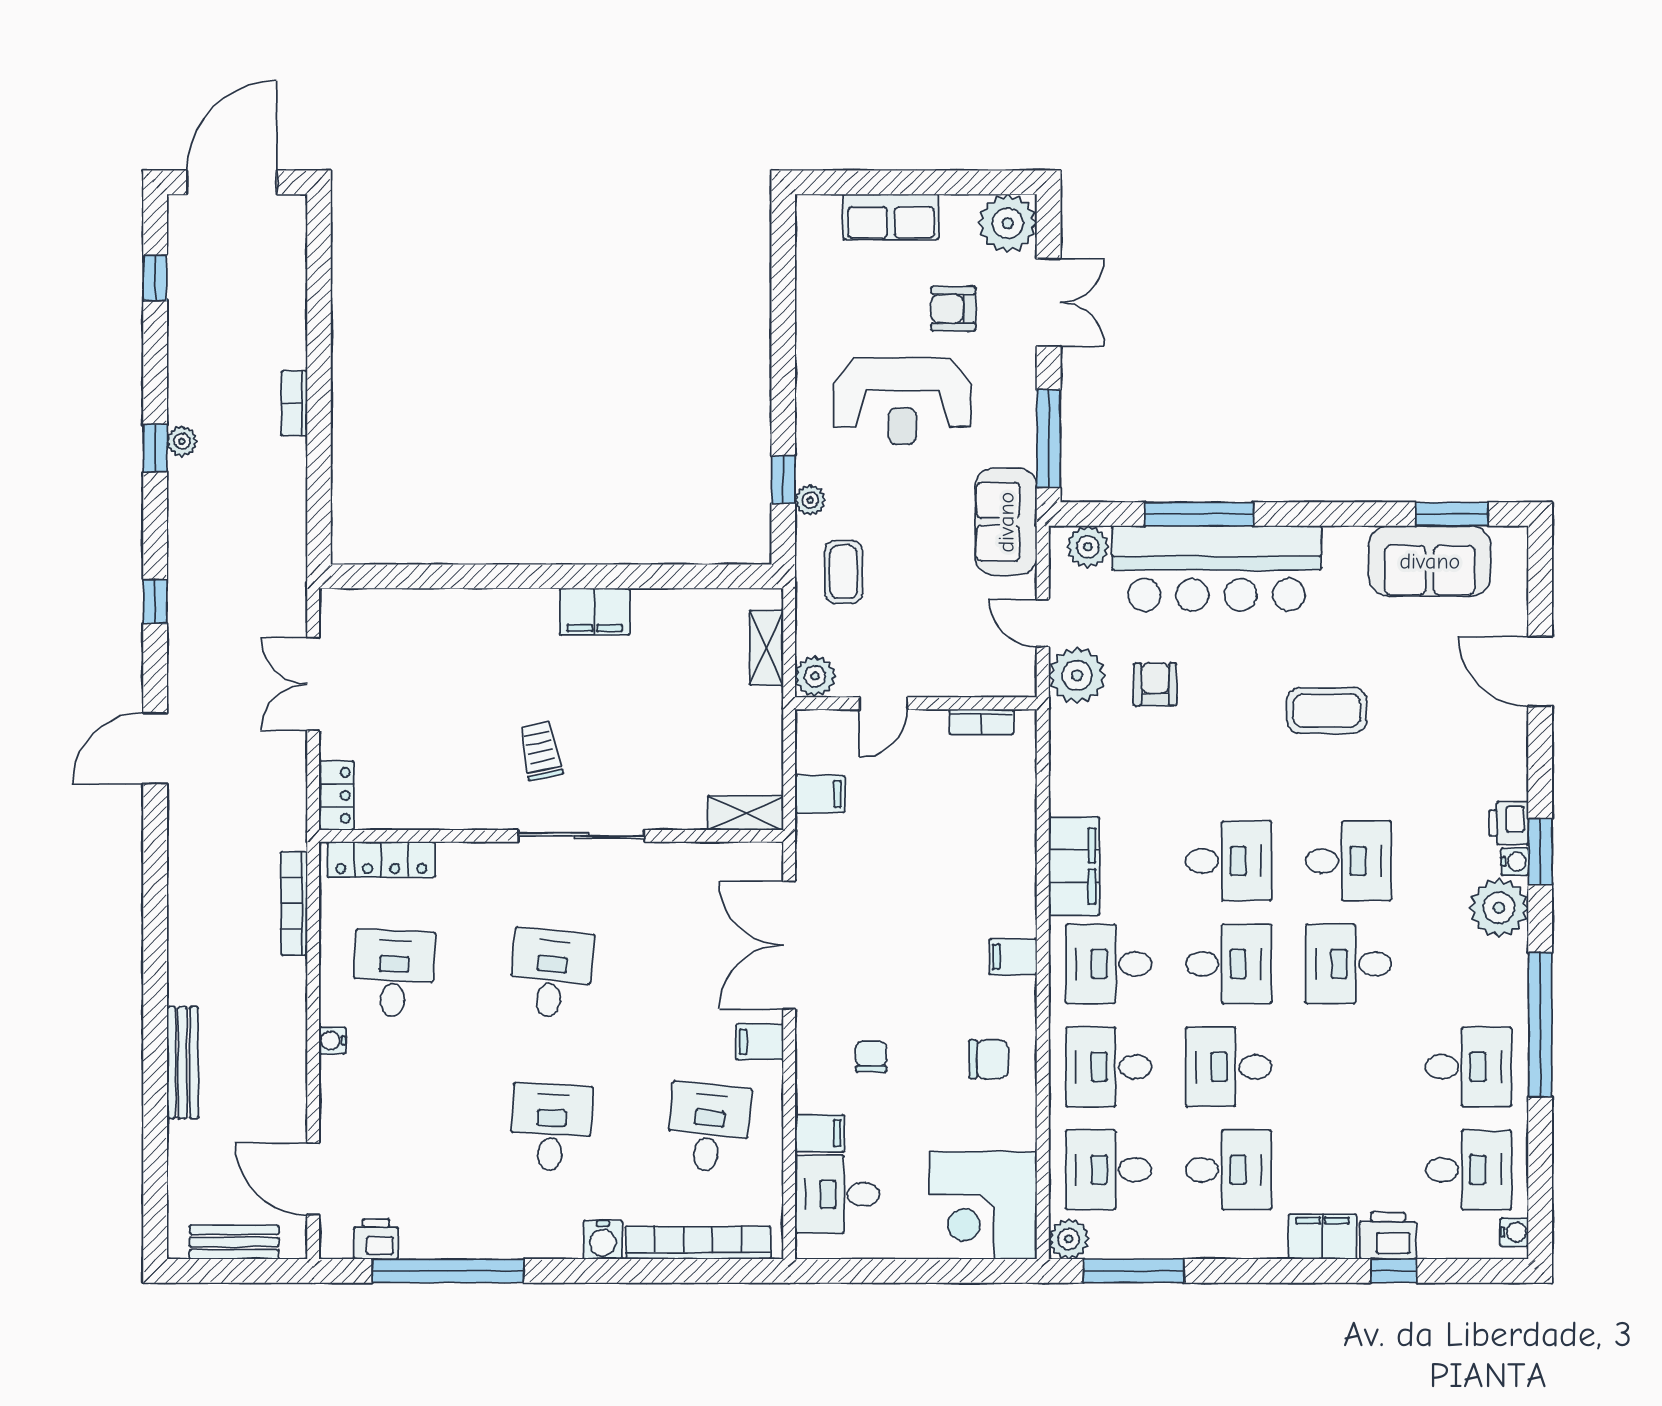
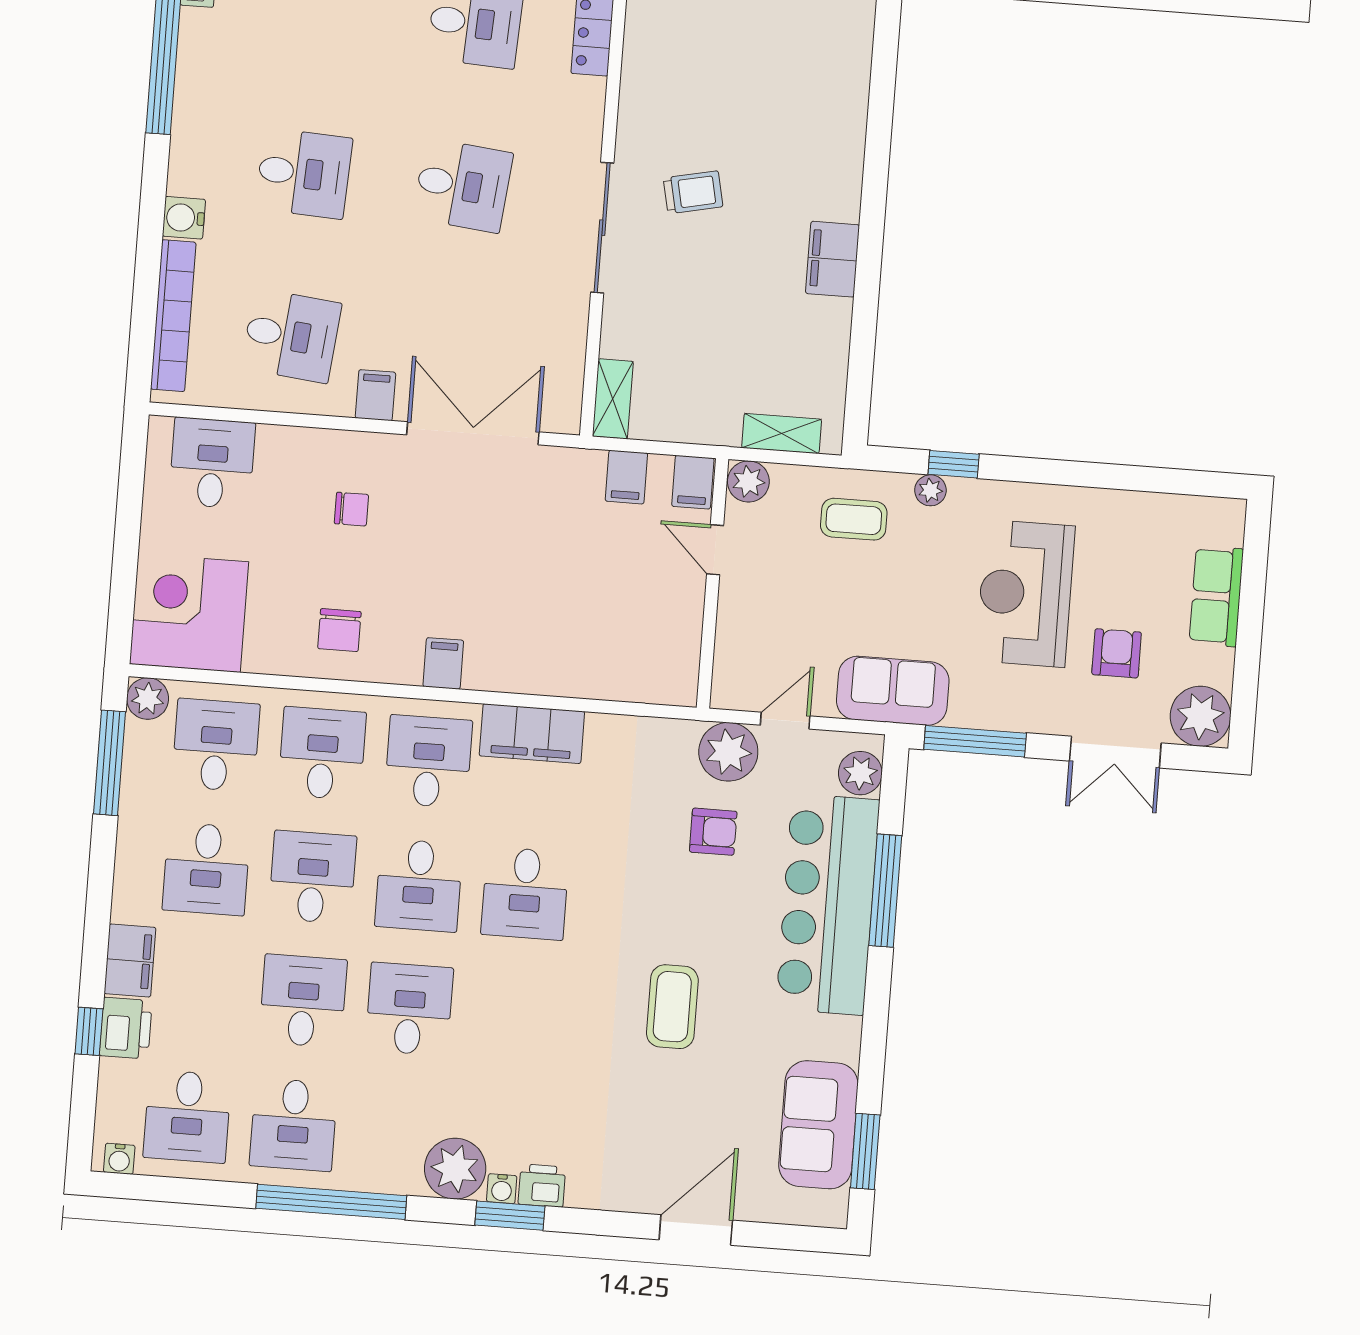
bookcase: (981, 722) -> (688, 649), removed
desk: (1349, 861) -> (303, 1001), moved, turned 180
filing cabinet: (820, 1133) -> (693, 482), moved

